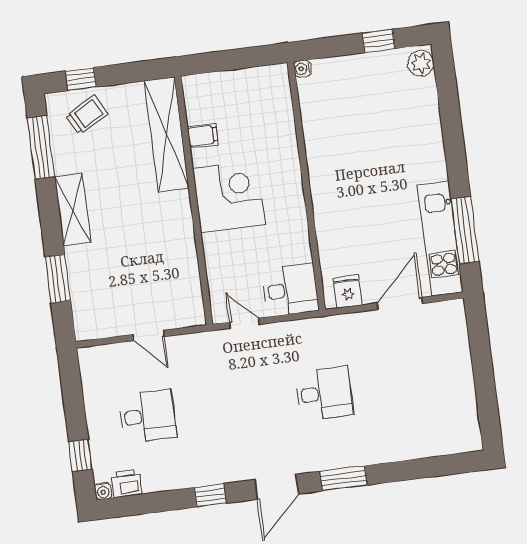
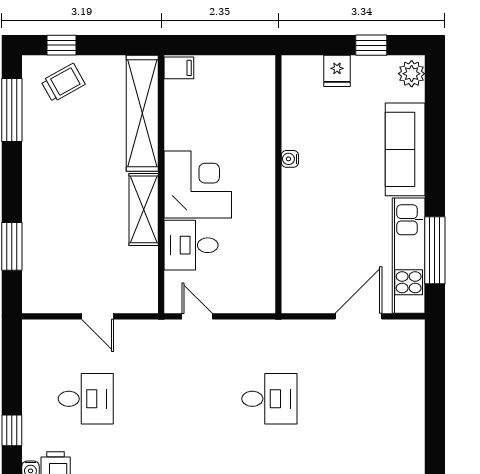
water cooler: (303, 69) -> (290, 159), moved
filing cabinet: (203, 136) -> (179, 68), moved
sofa: (424, 137) -> (405, 149), added
shelving: (73, 210) -> (144, 209), moved
desk: (290, 290) -> (191, 245), moved, turned 180
fridge: (348, 292) -> (337, 71), moved, turned 180

